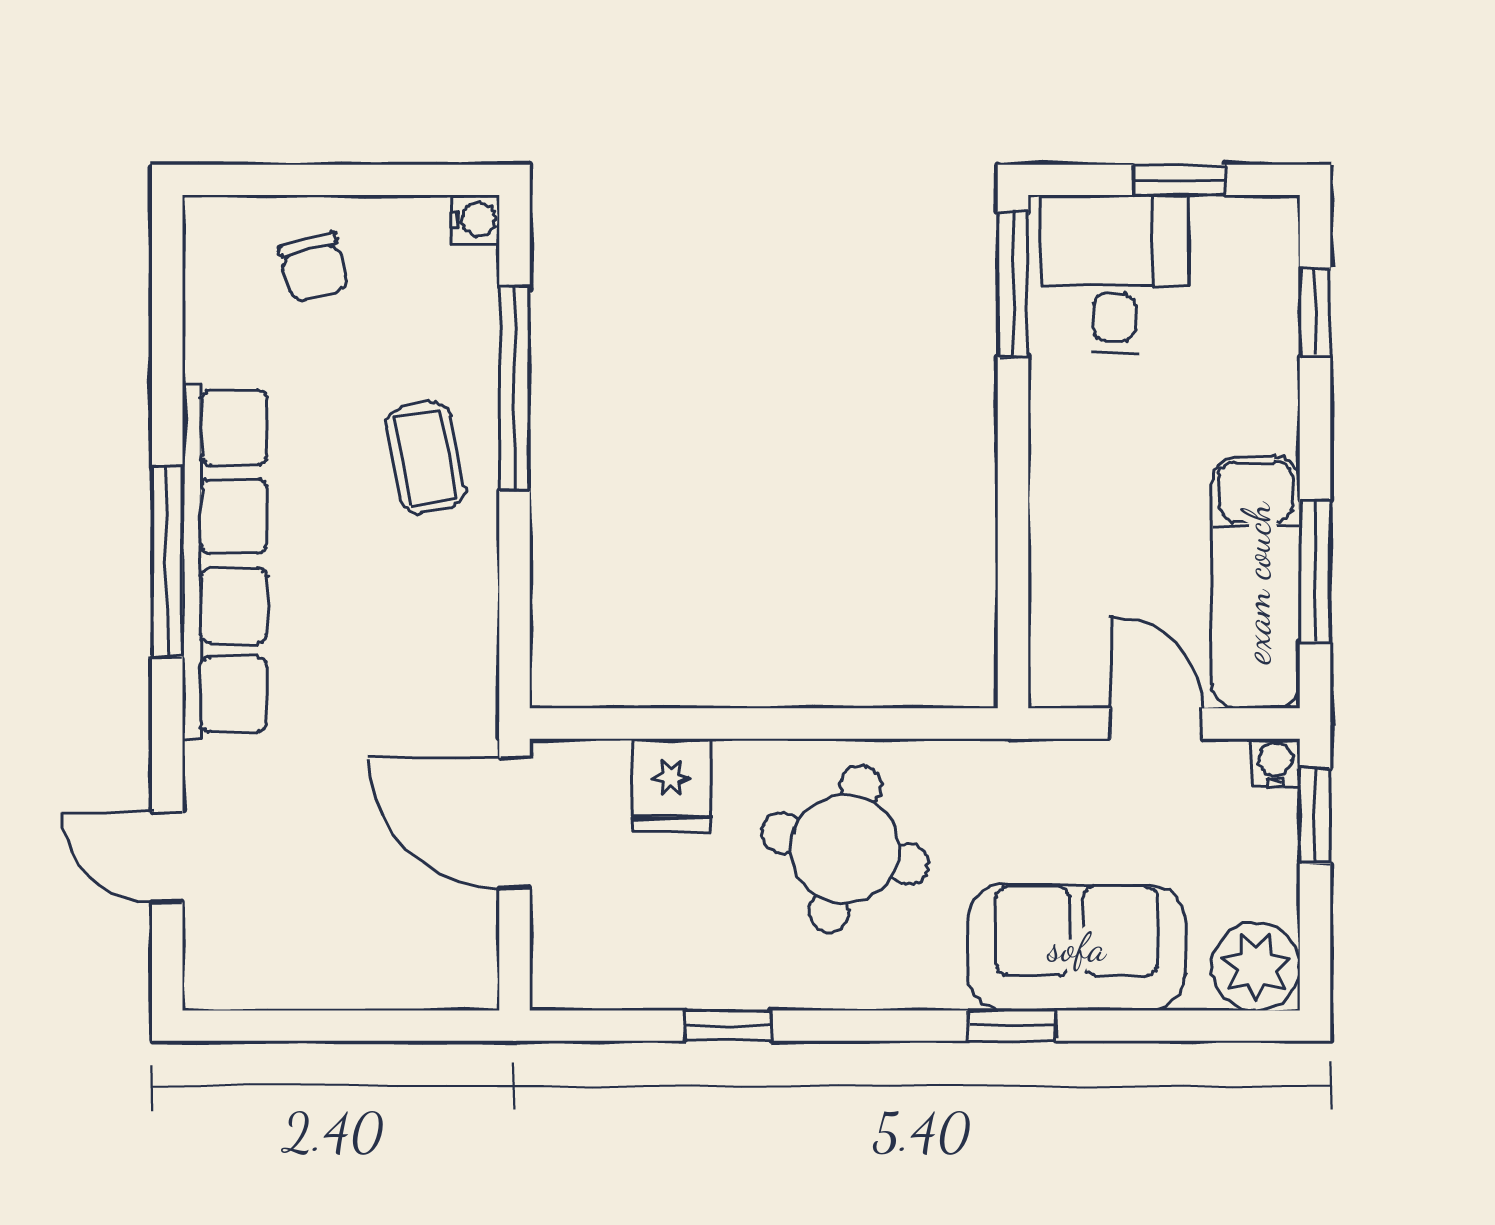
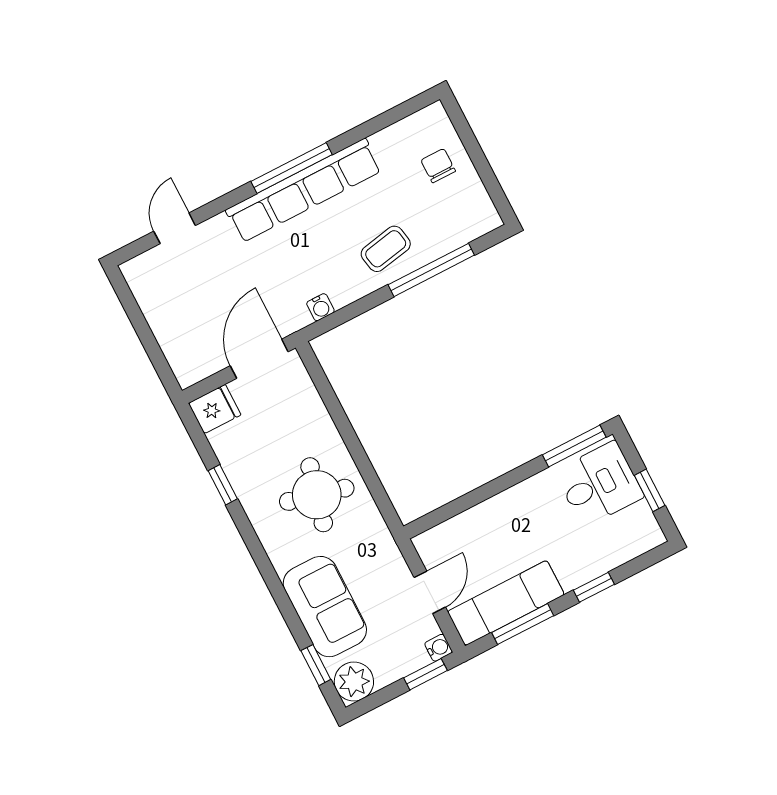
water cooler: (475, 220) -> (320, 307), moved
chair: (314, 267) -> (438, 166), turned 105
window: (1315, 312) -> (594, 587), moved
fridge: (672, 785) -> (215, 409), moved, turned 180
window: (1012, 1026) -> (316, 665), moved

